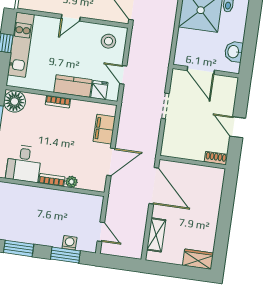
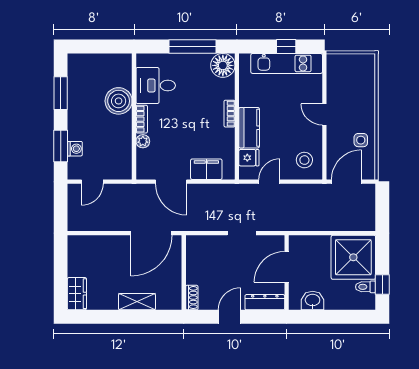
dresser: (229, 94) -> (265, 302), added
boiler: (33, 198) -> (119, 101), added
shelving: (156, 235) -> (137, 302), moved

